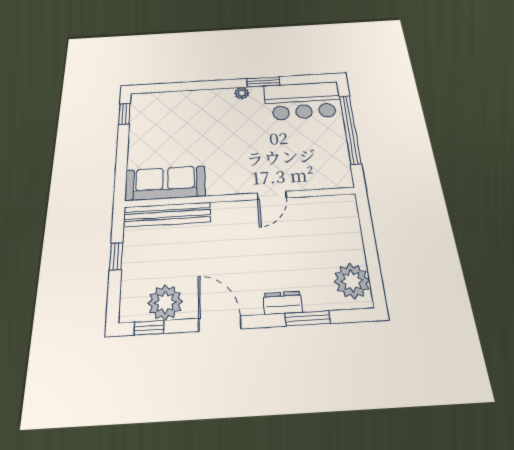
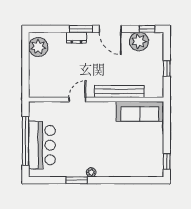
bar counter: (303, 101) -> (42, 145), moved, turned 90
bench: (167, 214) -> (119, 91), moved
window: (307, 318) -> (81, 29), moved

